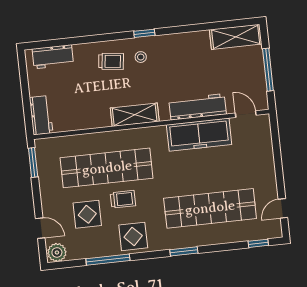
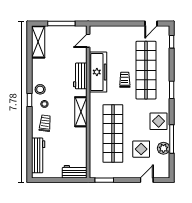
stool: (163, 48) -> (40, 89), added
workbench: (53, 57) -> (38, 155), width x1.38
workbench: (198, 107) -> (80, 76), width x0.73
trolley: (123, 199) -> (125, 80), moved
door: (283, 208) -> (151, 24), hinge flipped
plant: (57, 252) -> (163, 148), moved

